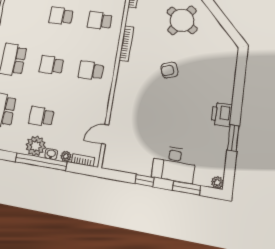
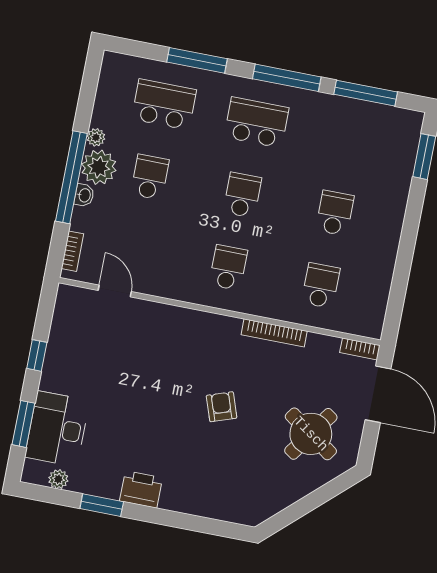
plant: (66, 156) -> (96, 137), moved
desk: (174, 164) -> (57, 429), moved
plant: (217, 182) -> (58, 479), moved

